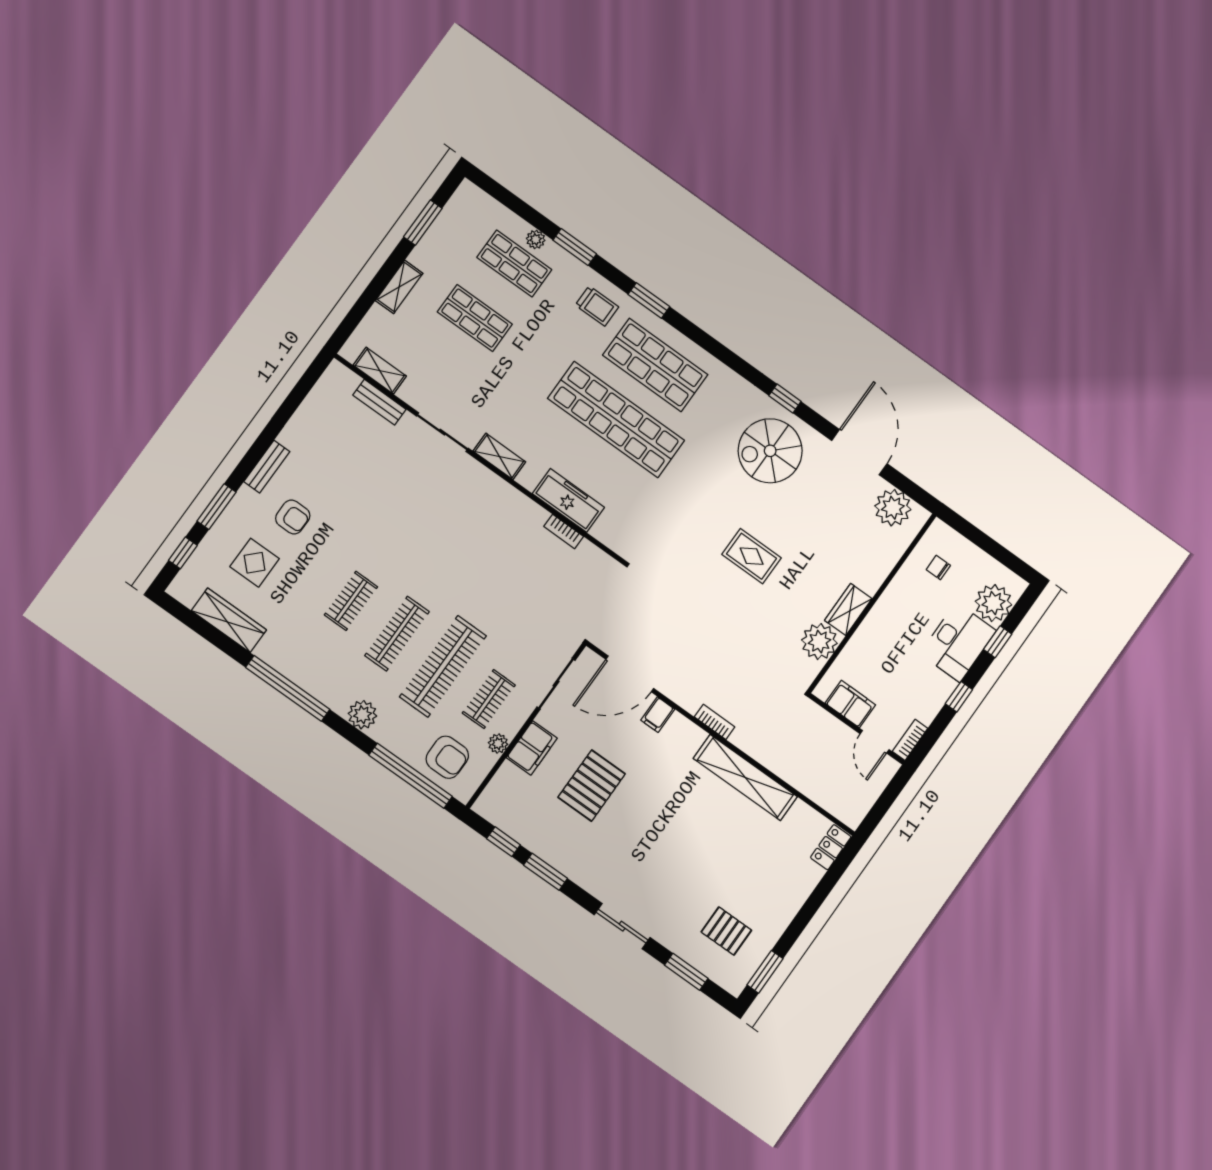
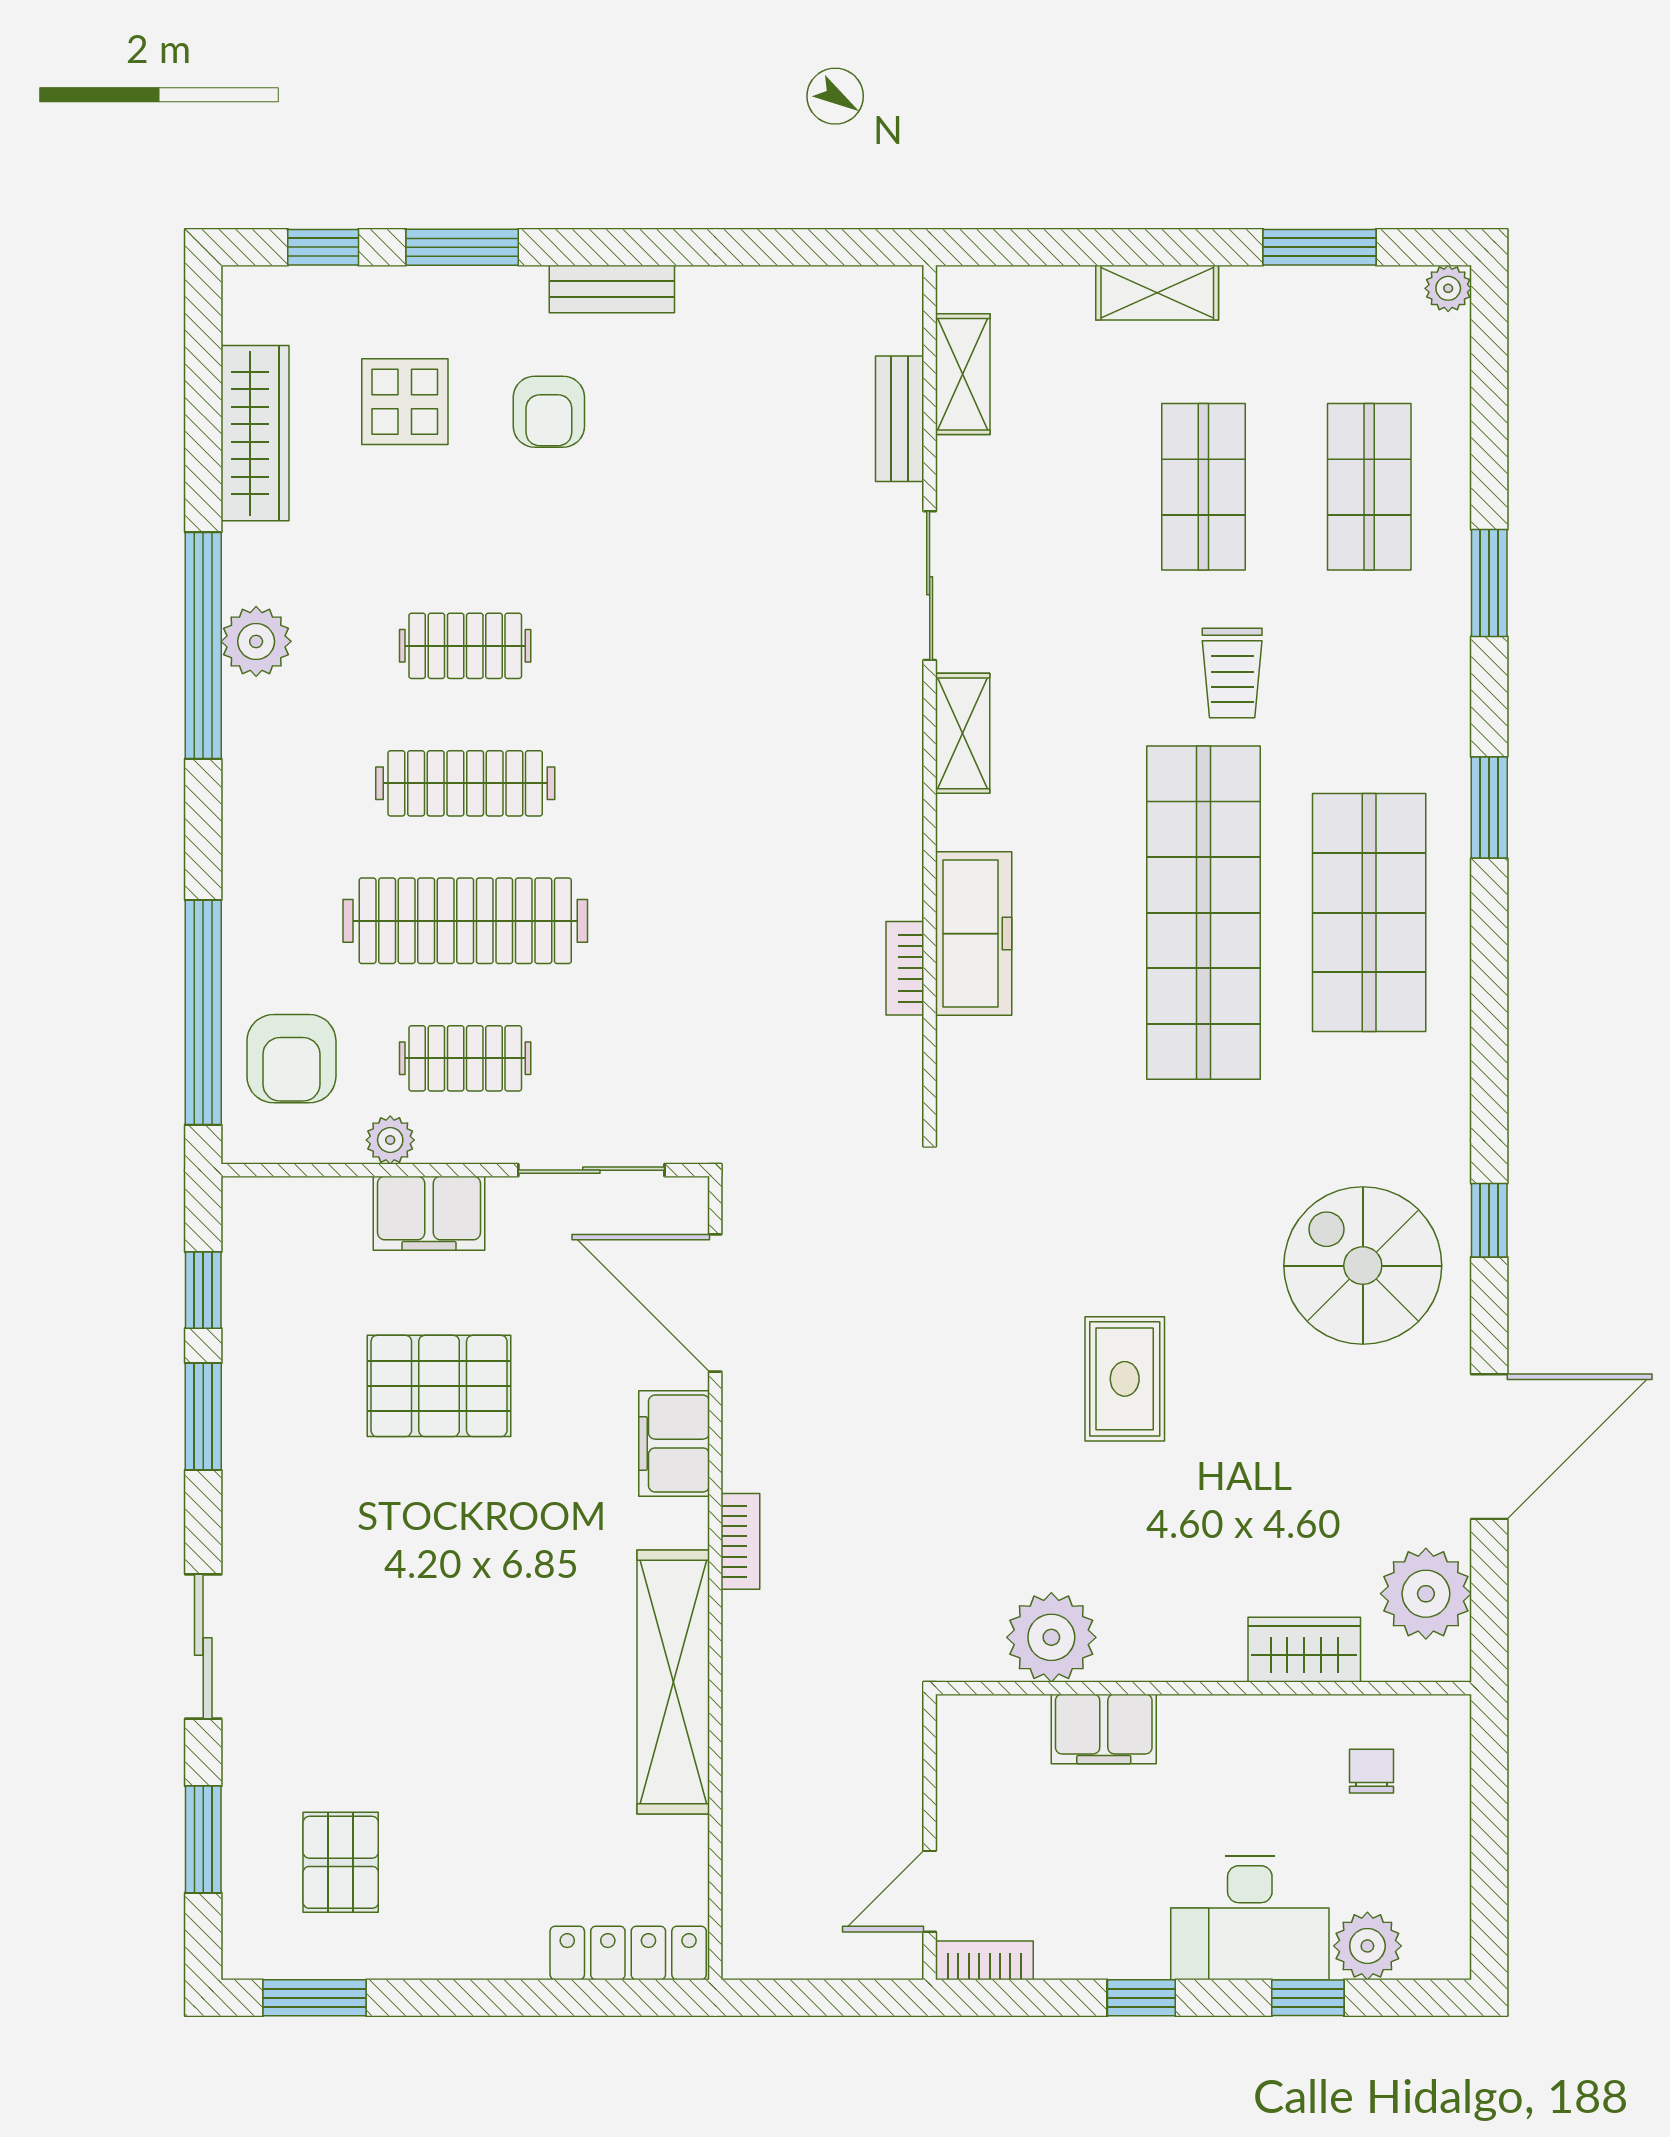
plant: (536, 239) -> (1448, 288), moved
trolley: (597, 306) -> (1232, 673), moved
plant: (993, 603) -> (1367, 1946), width x0.73, depth x0.73
wardrobe: (848, 609) -> (1304, 1650), moved
filing cabinet: (850, 704) -> (1104, 1729), moved, turned 90
plant: (362, 715) -> (256, 641), moved
filing cabinet: (658, 715) -> (674, 1444), width x2.00
locker: (831, 847) -> (628, 1953), width x1.53

